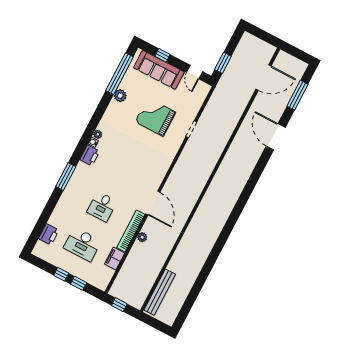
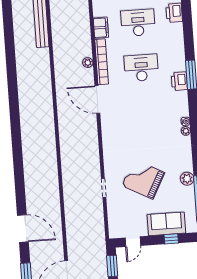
sofa: (159, 70) -> (166, 224), width x0.73
door: (194, 72) -> (133, 242), swing flipped
grand piano: (155, 117) -> (143, 179), turned -152
printer: (90, 155) -> (179, 81), moved
desk: (102, 207) -> (141, 68), width x1.37

